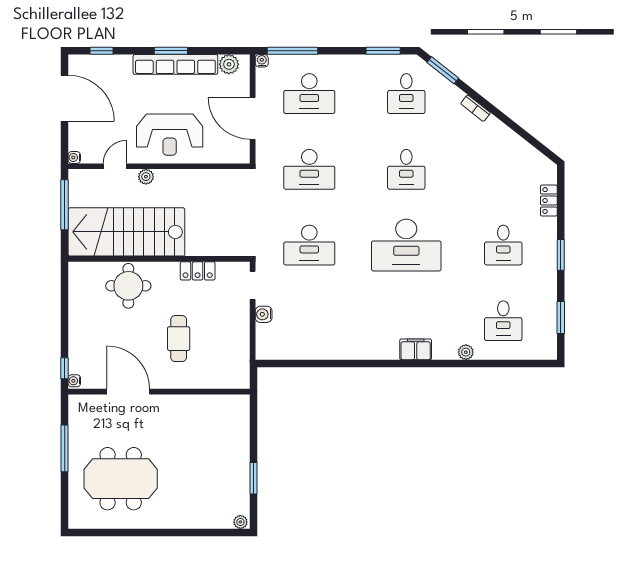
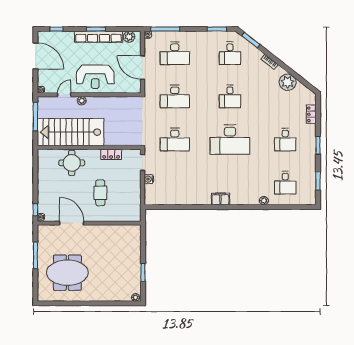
plant: (507, 144) -> (288, 82), added
filing cabinet: (416, 349) -> (220, 199), moved

